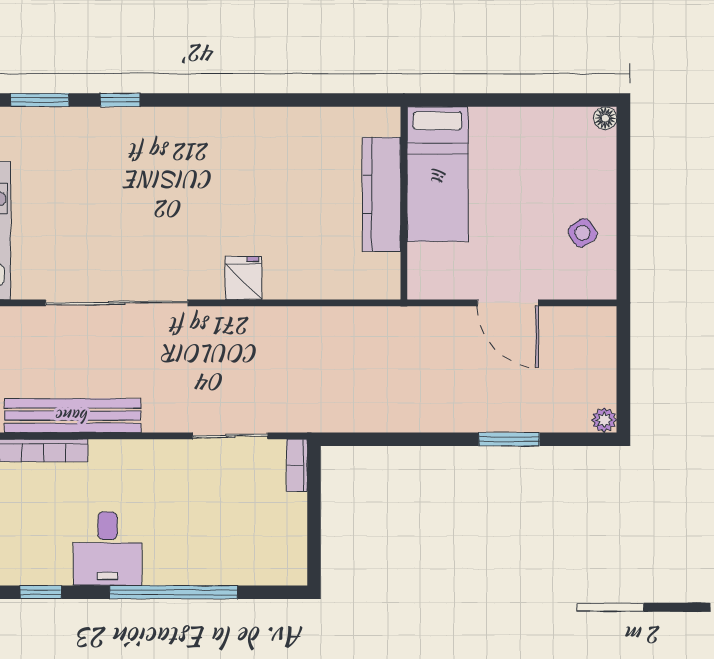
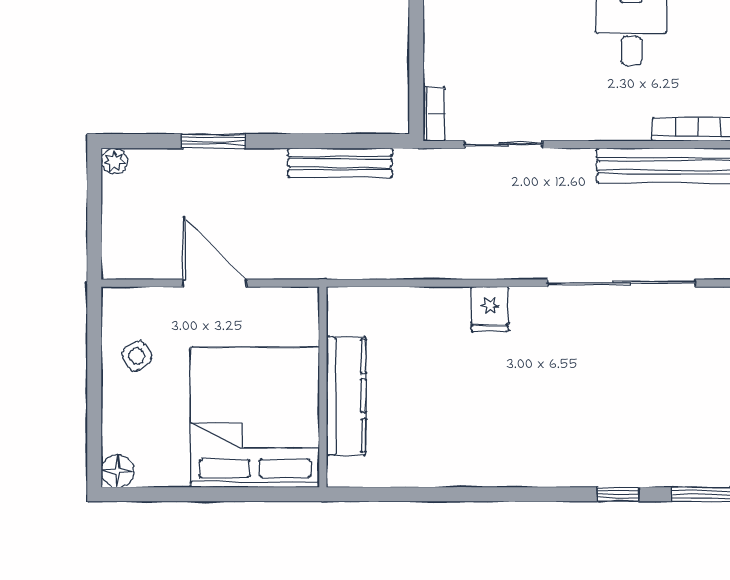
floor lamp: (605, 118) -> (118, 471), width x1.37, depth x1.37
bed: (438, 174) -> (255, 417), width x2.04
bench: (387, 418) -> (340, 163), added

